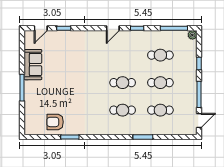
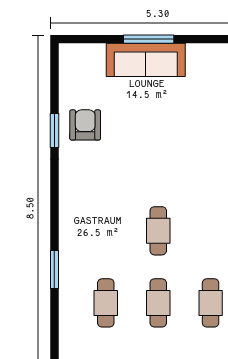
sofa: (33, 65) -> (146, 60), moved, width x1.36
cafe table: (123, 110) -> (106, 231), removed
armchair: (55, 122) -> (85, 125), moved

